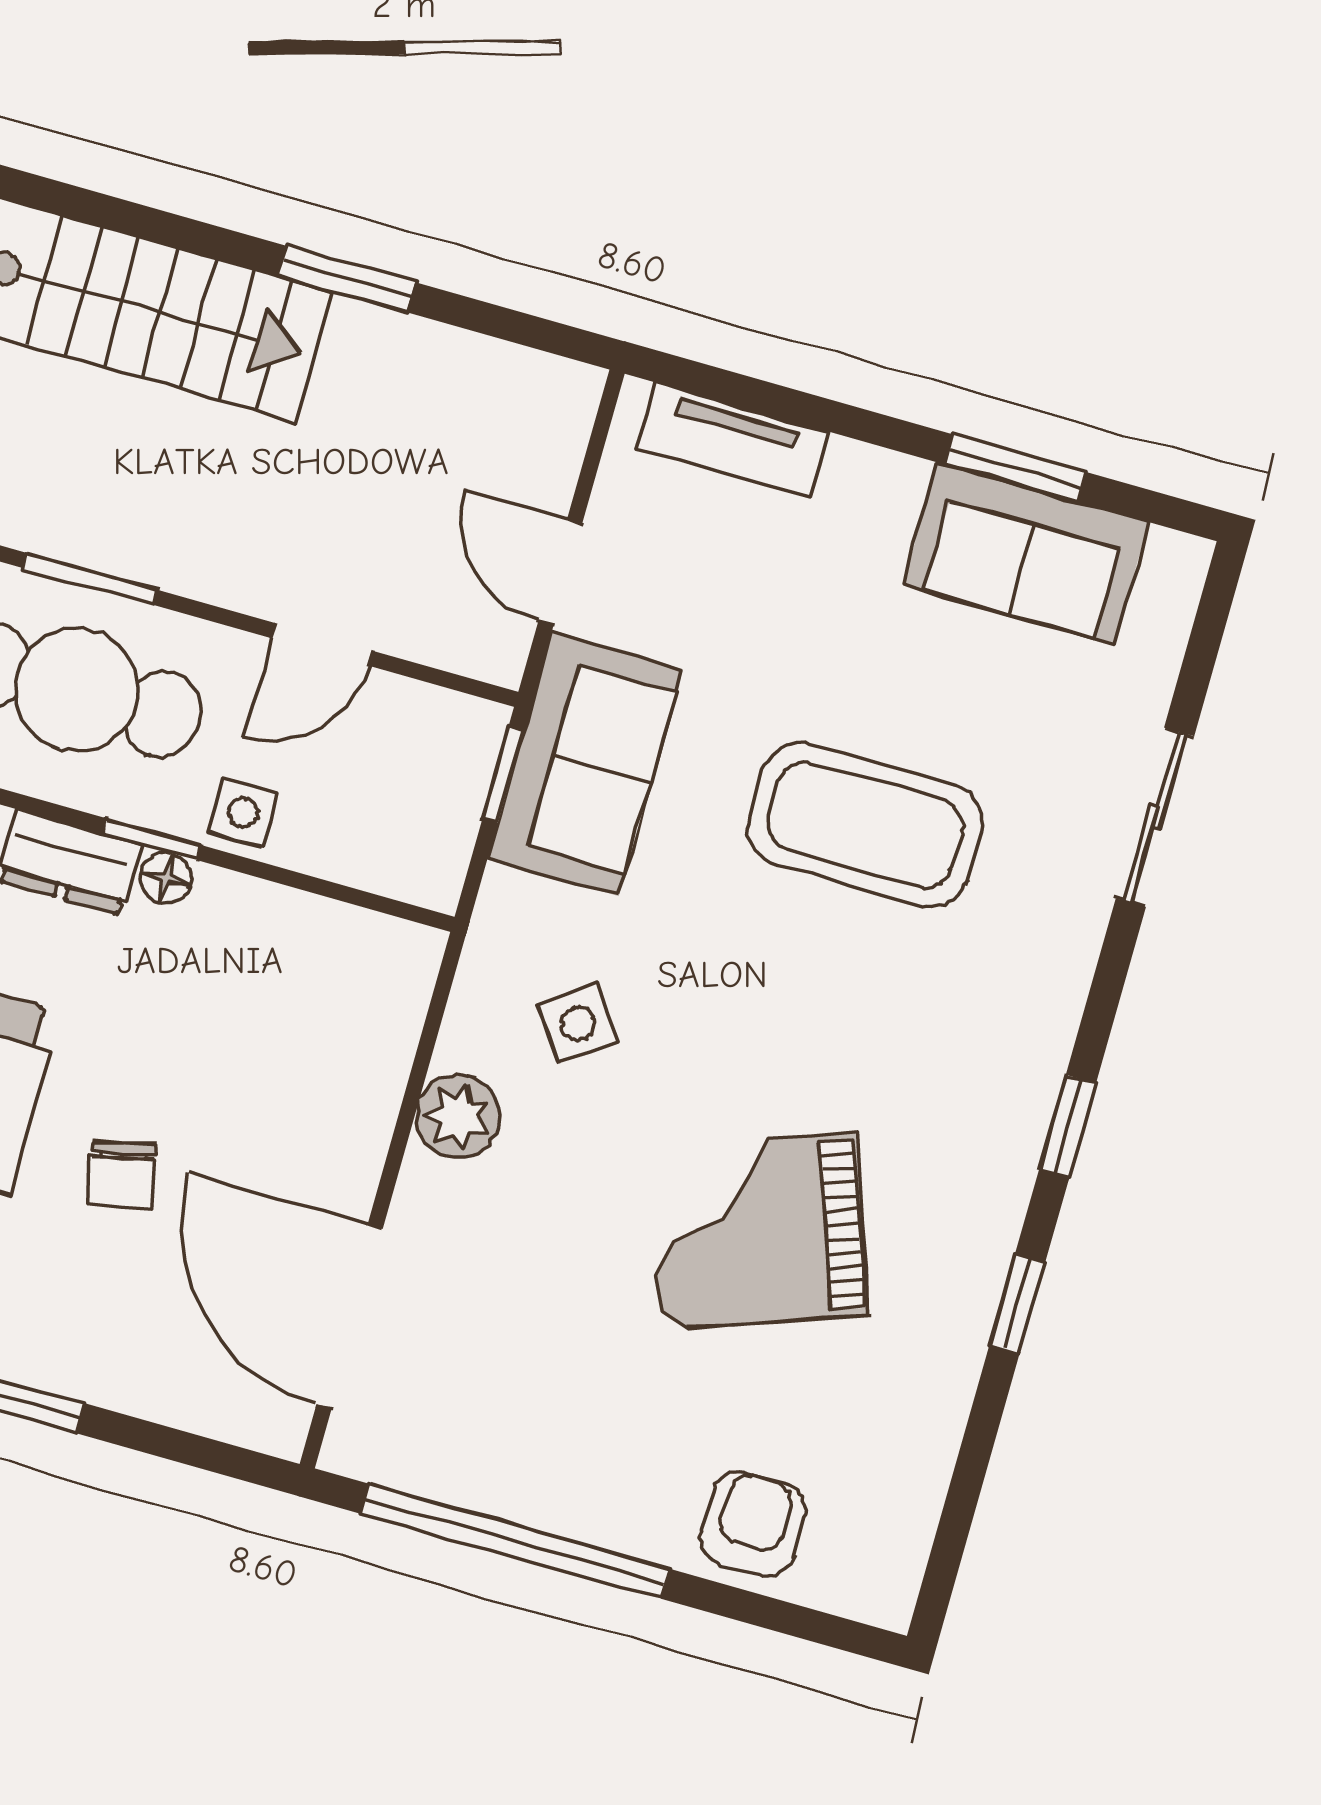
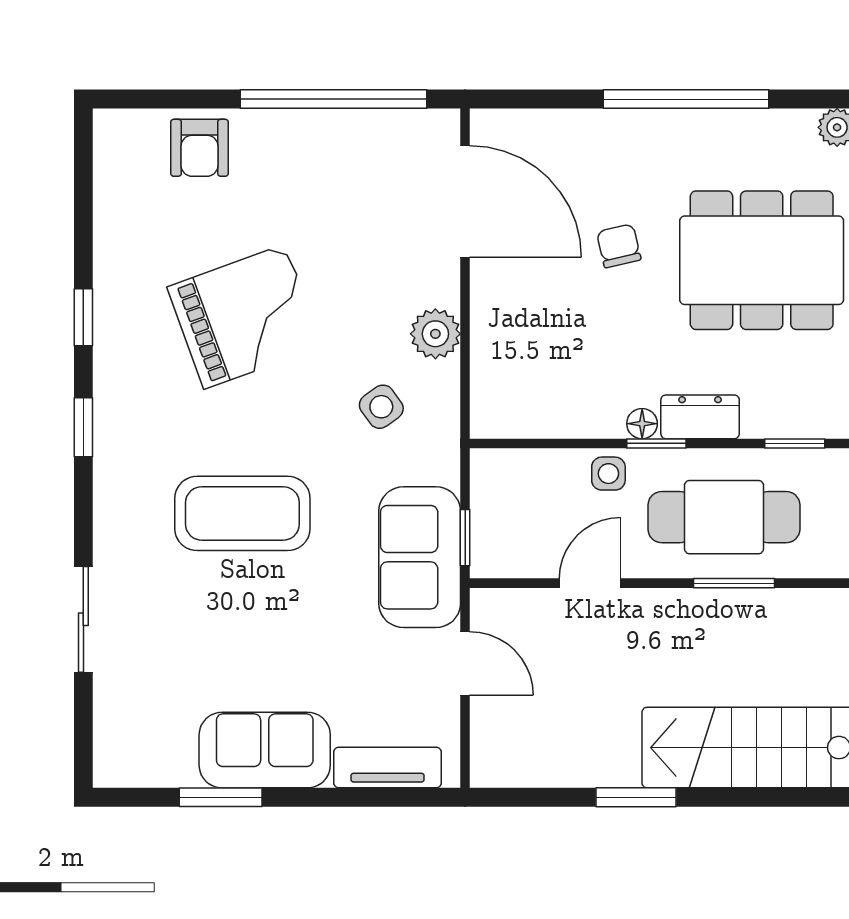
sofa: (1026, 553) -> (265, 750), moved
coffee table: (865, 825) -> (242, 513), moved

